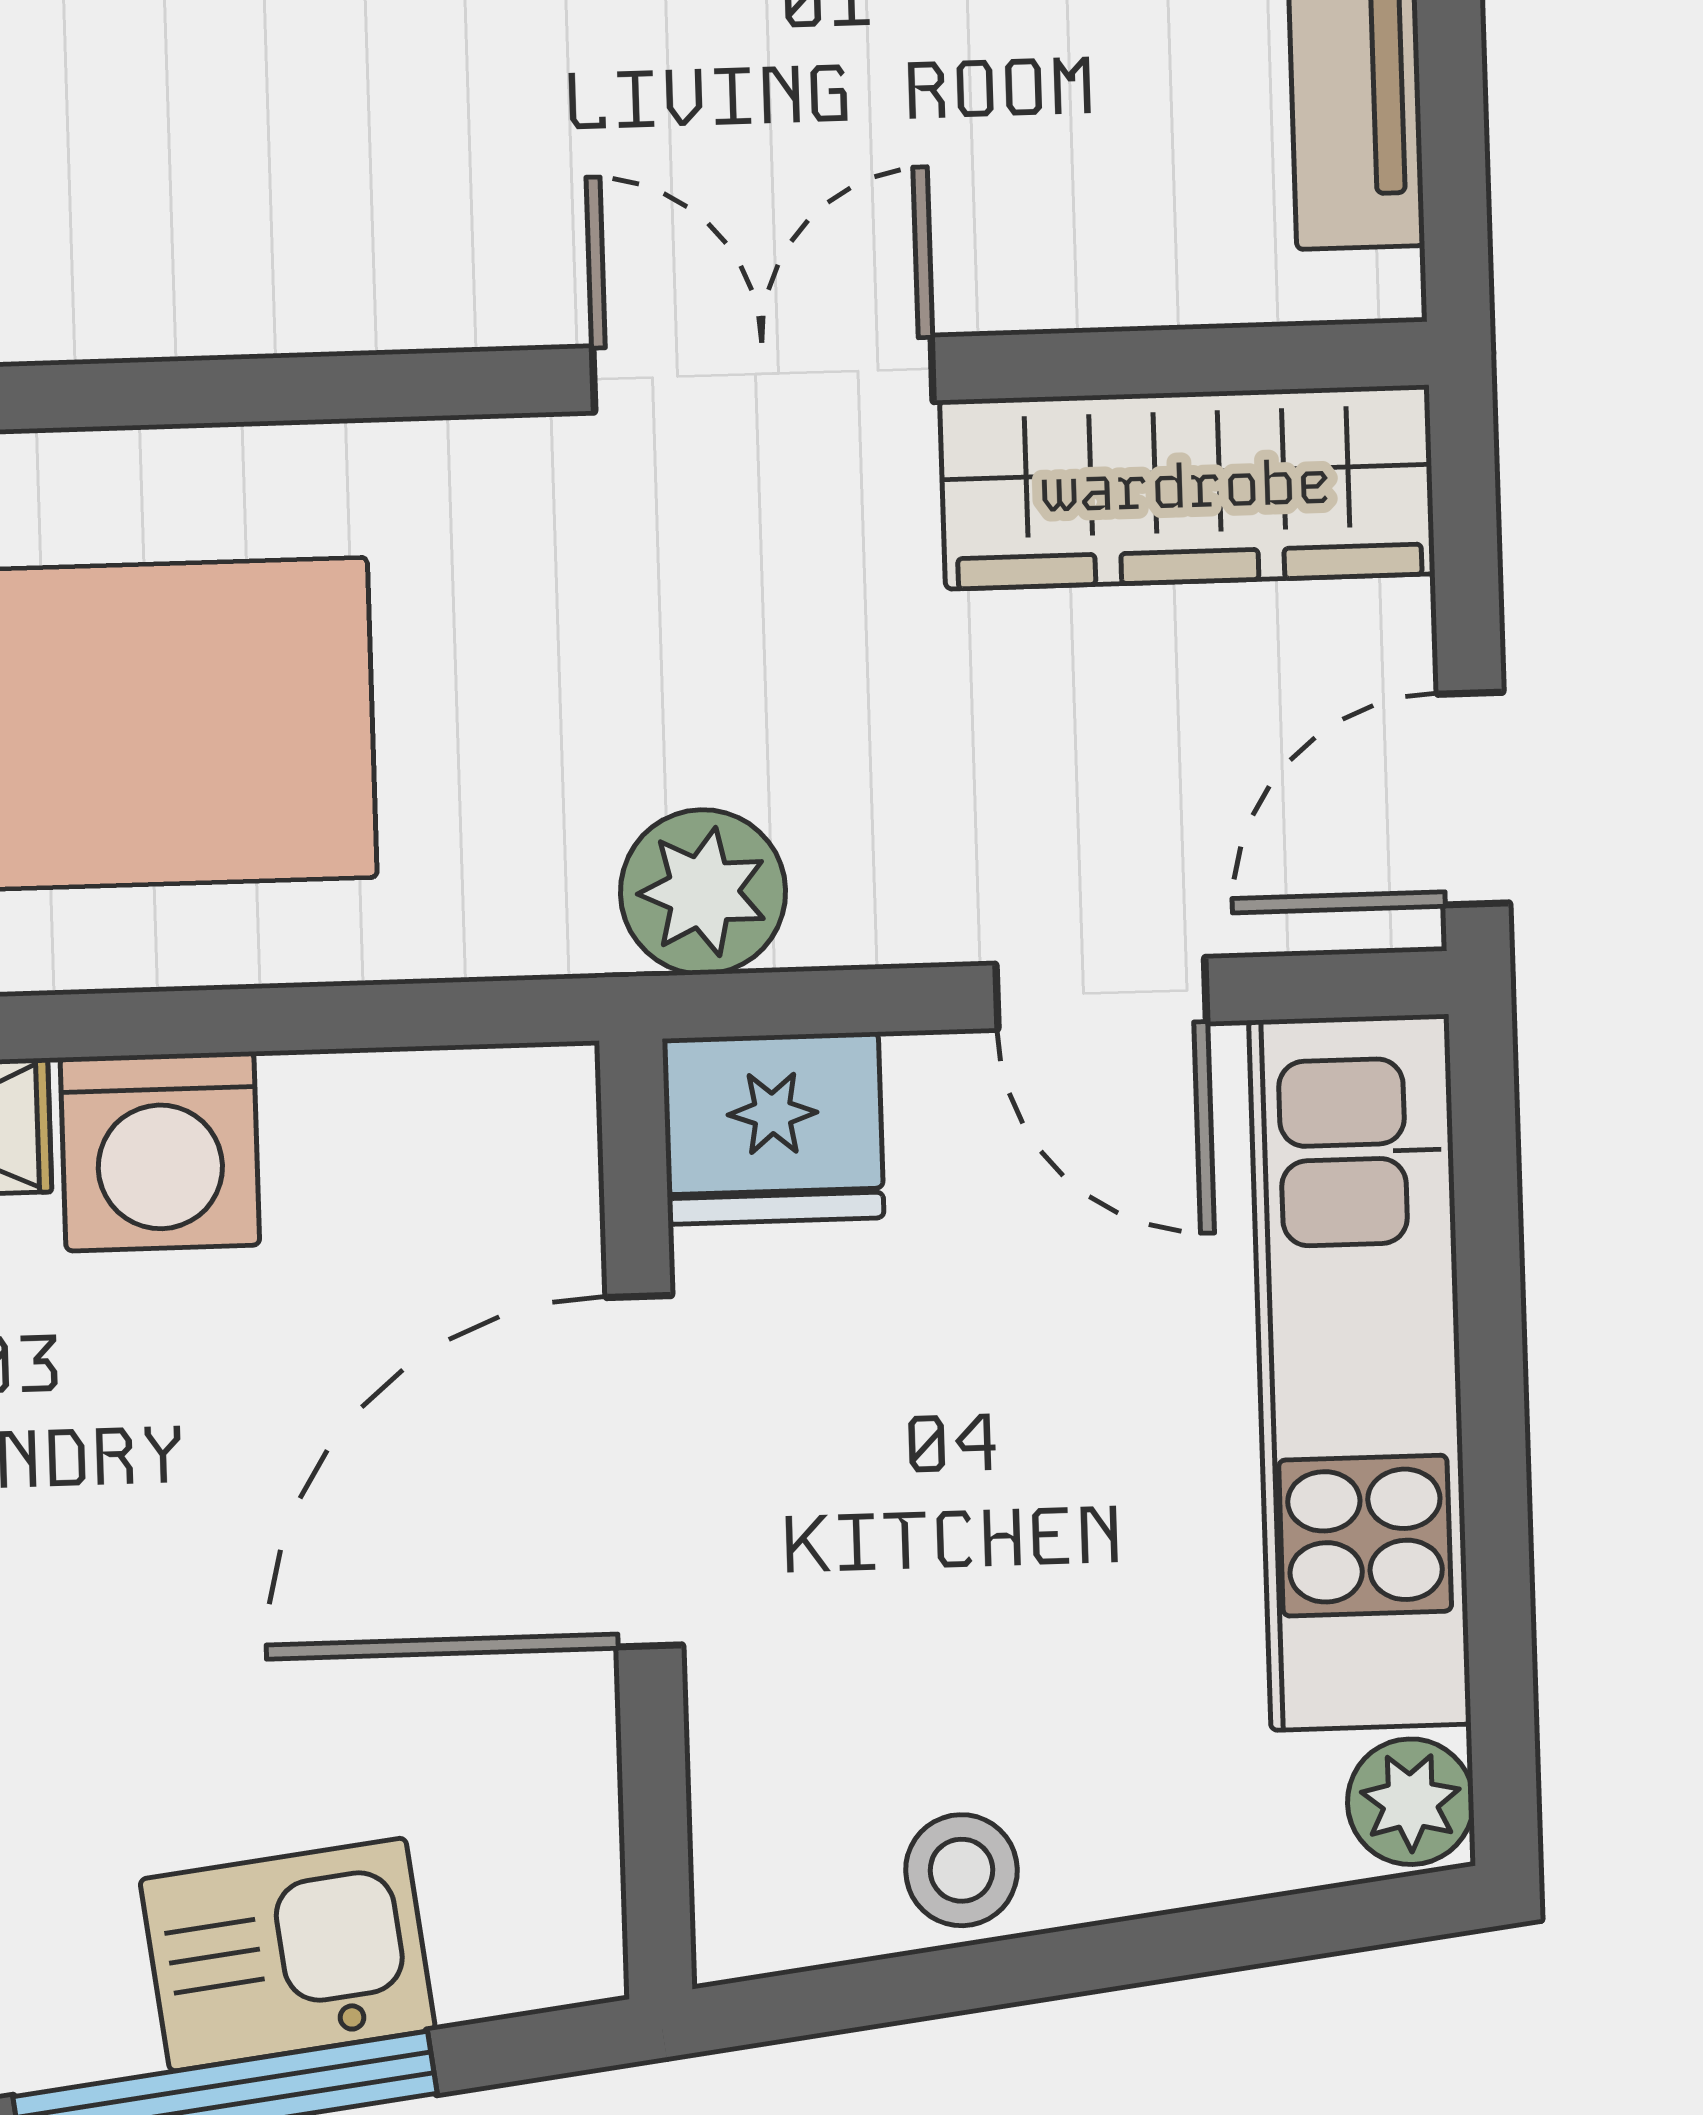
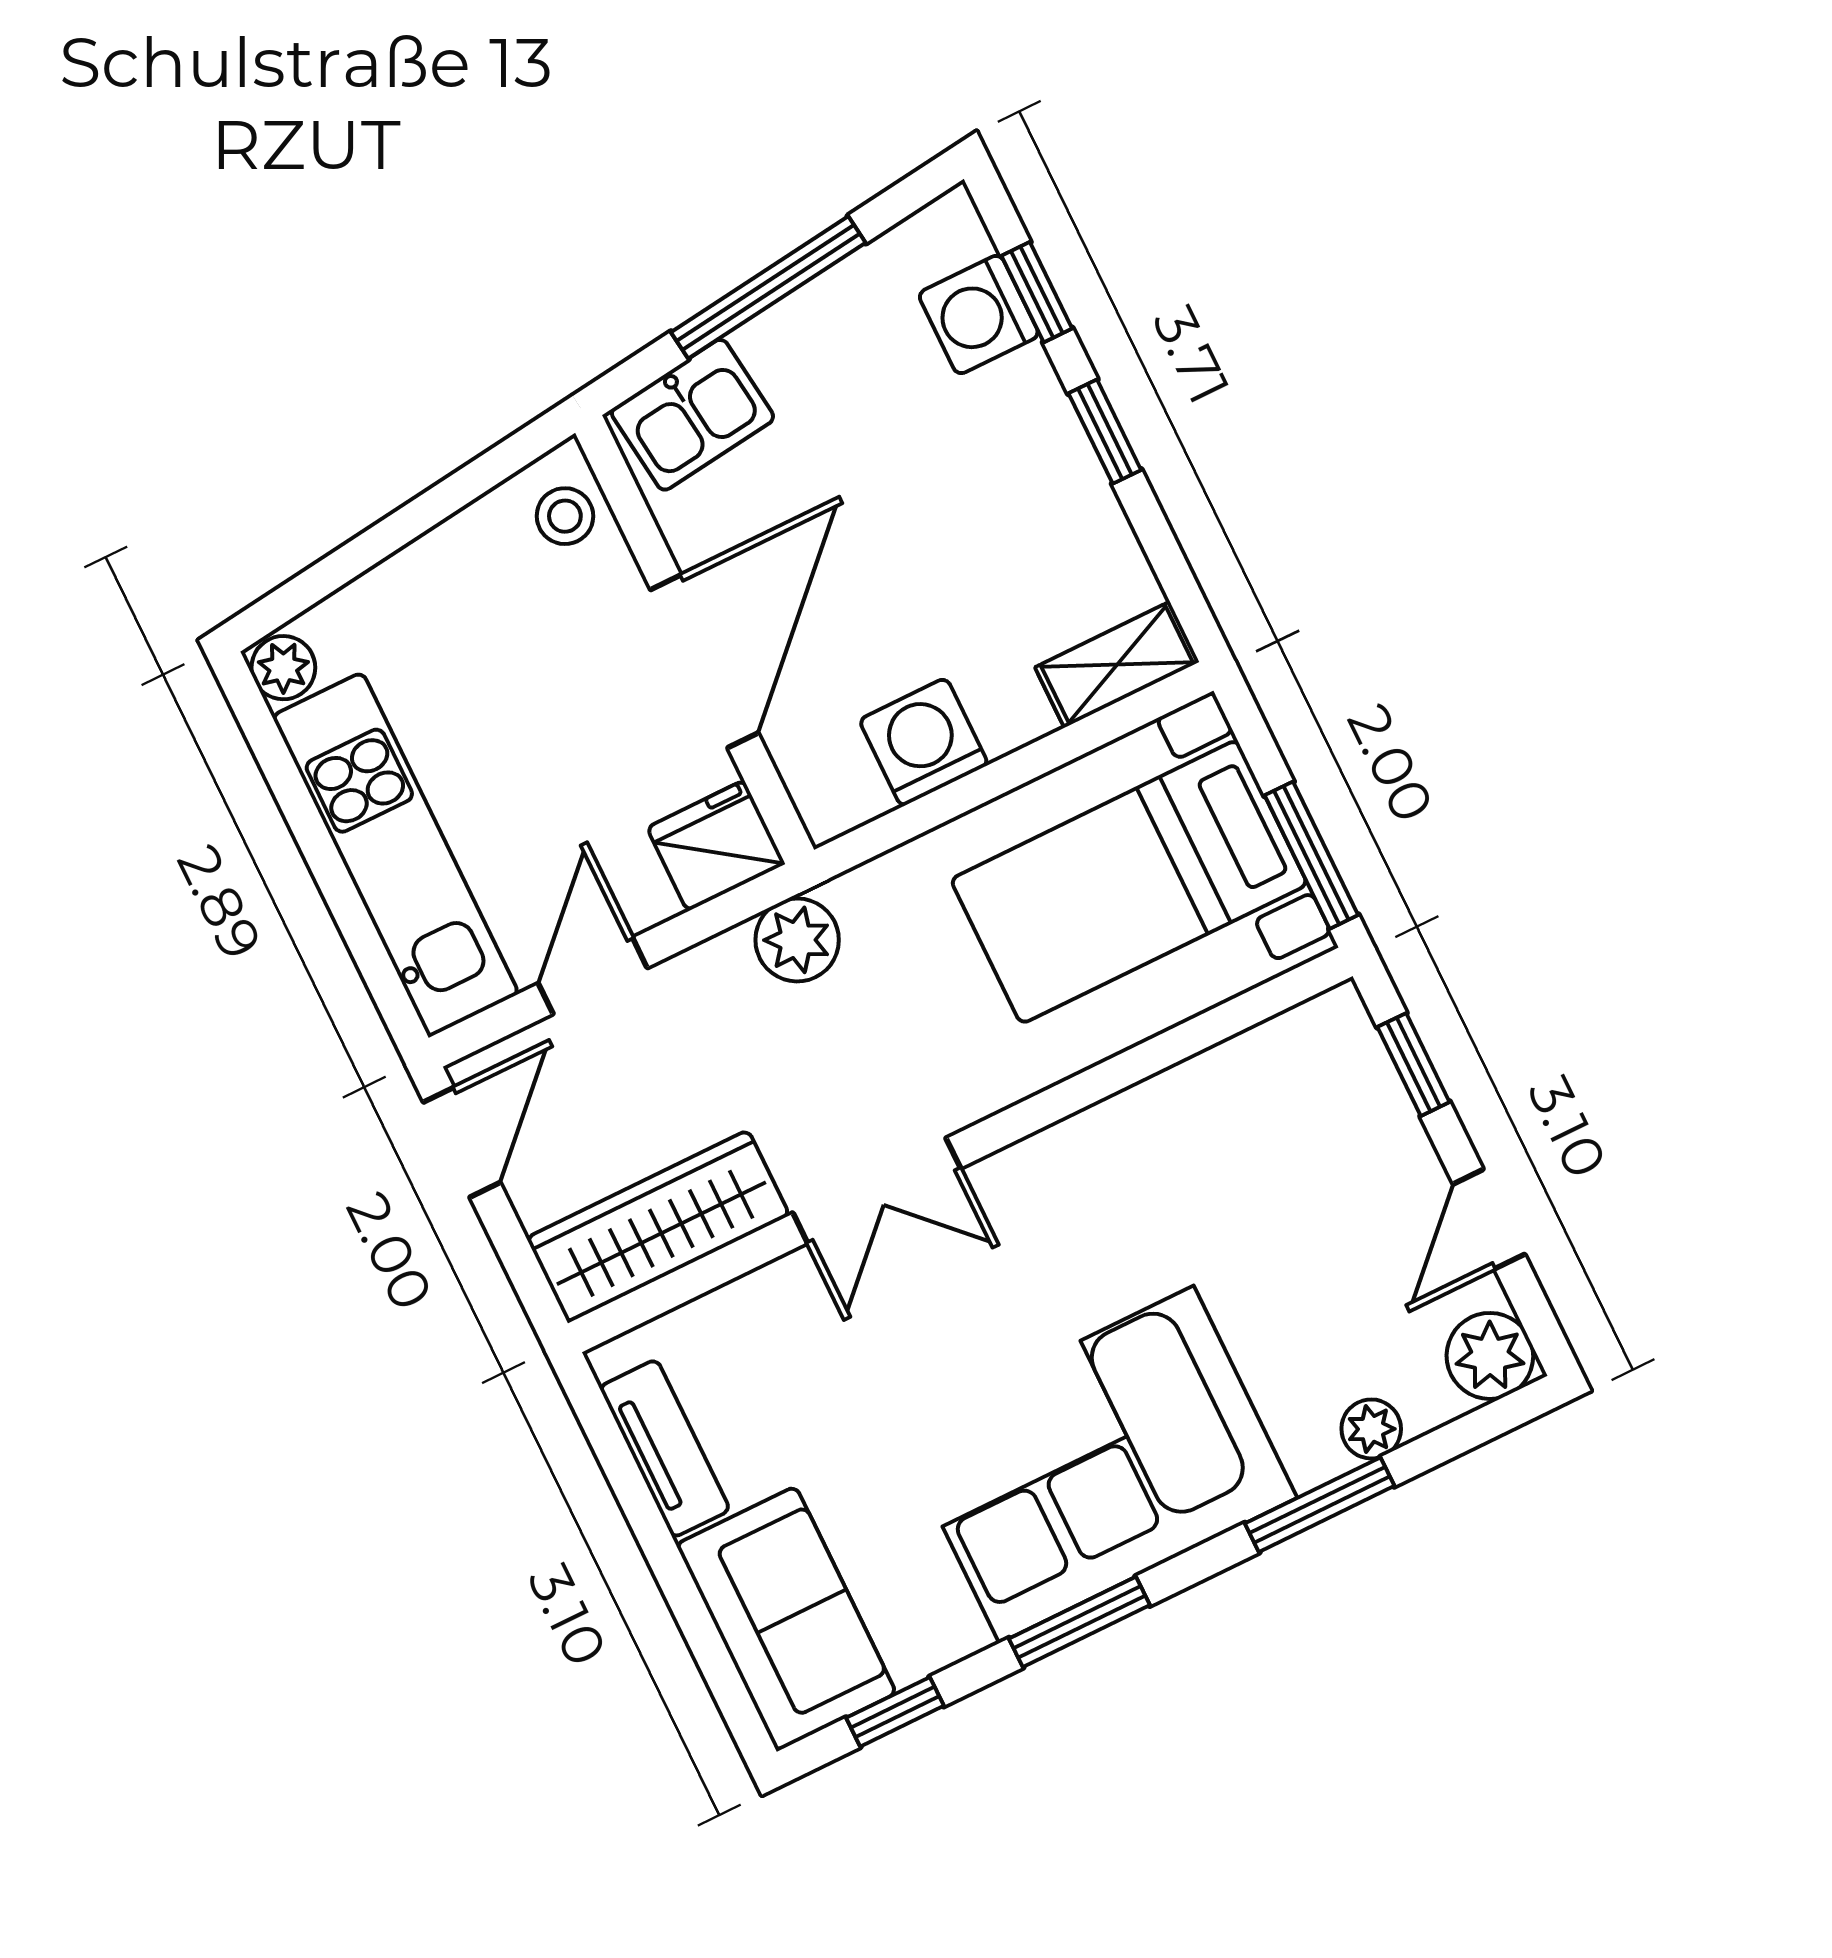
door: (1101, 993) -> (593, 976), hinge flipped
washing machine: (160, 1151) -> (924, 742), moved
stool: (961, 1870) -> (565, 516), moved
kitchen sink: (288, 1955) -> (692, 415), moved

